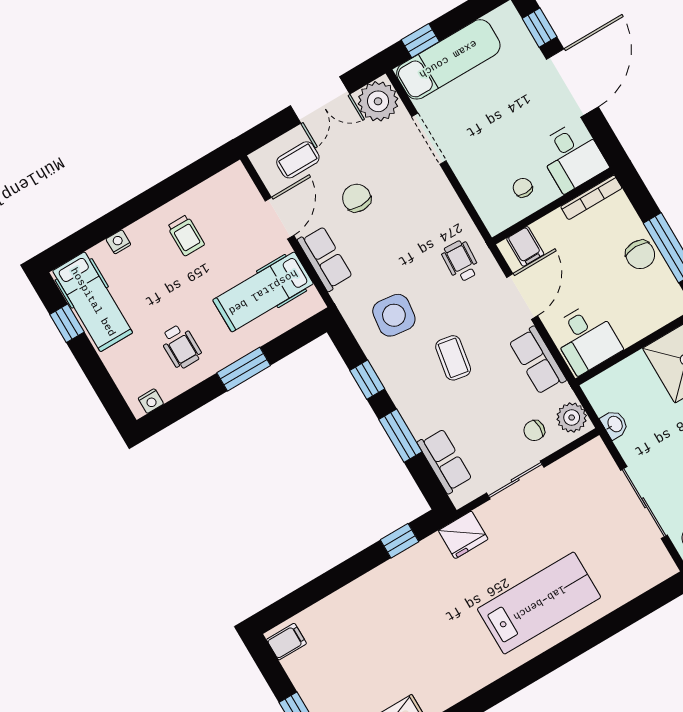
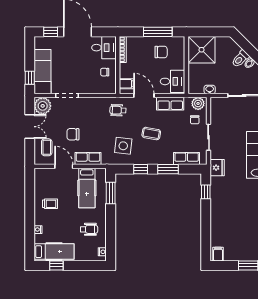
chair: (640, 254) -> (161, 52), moved
window: (244, 369) -> (111, 193), moved

